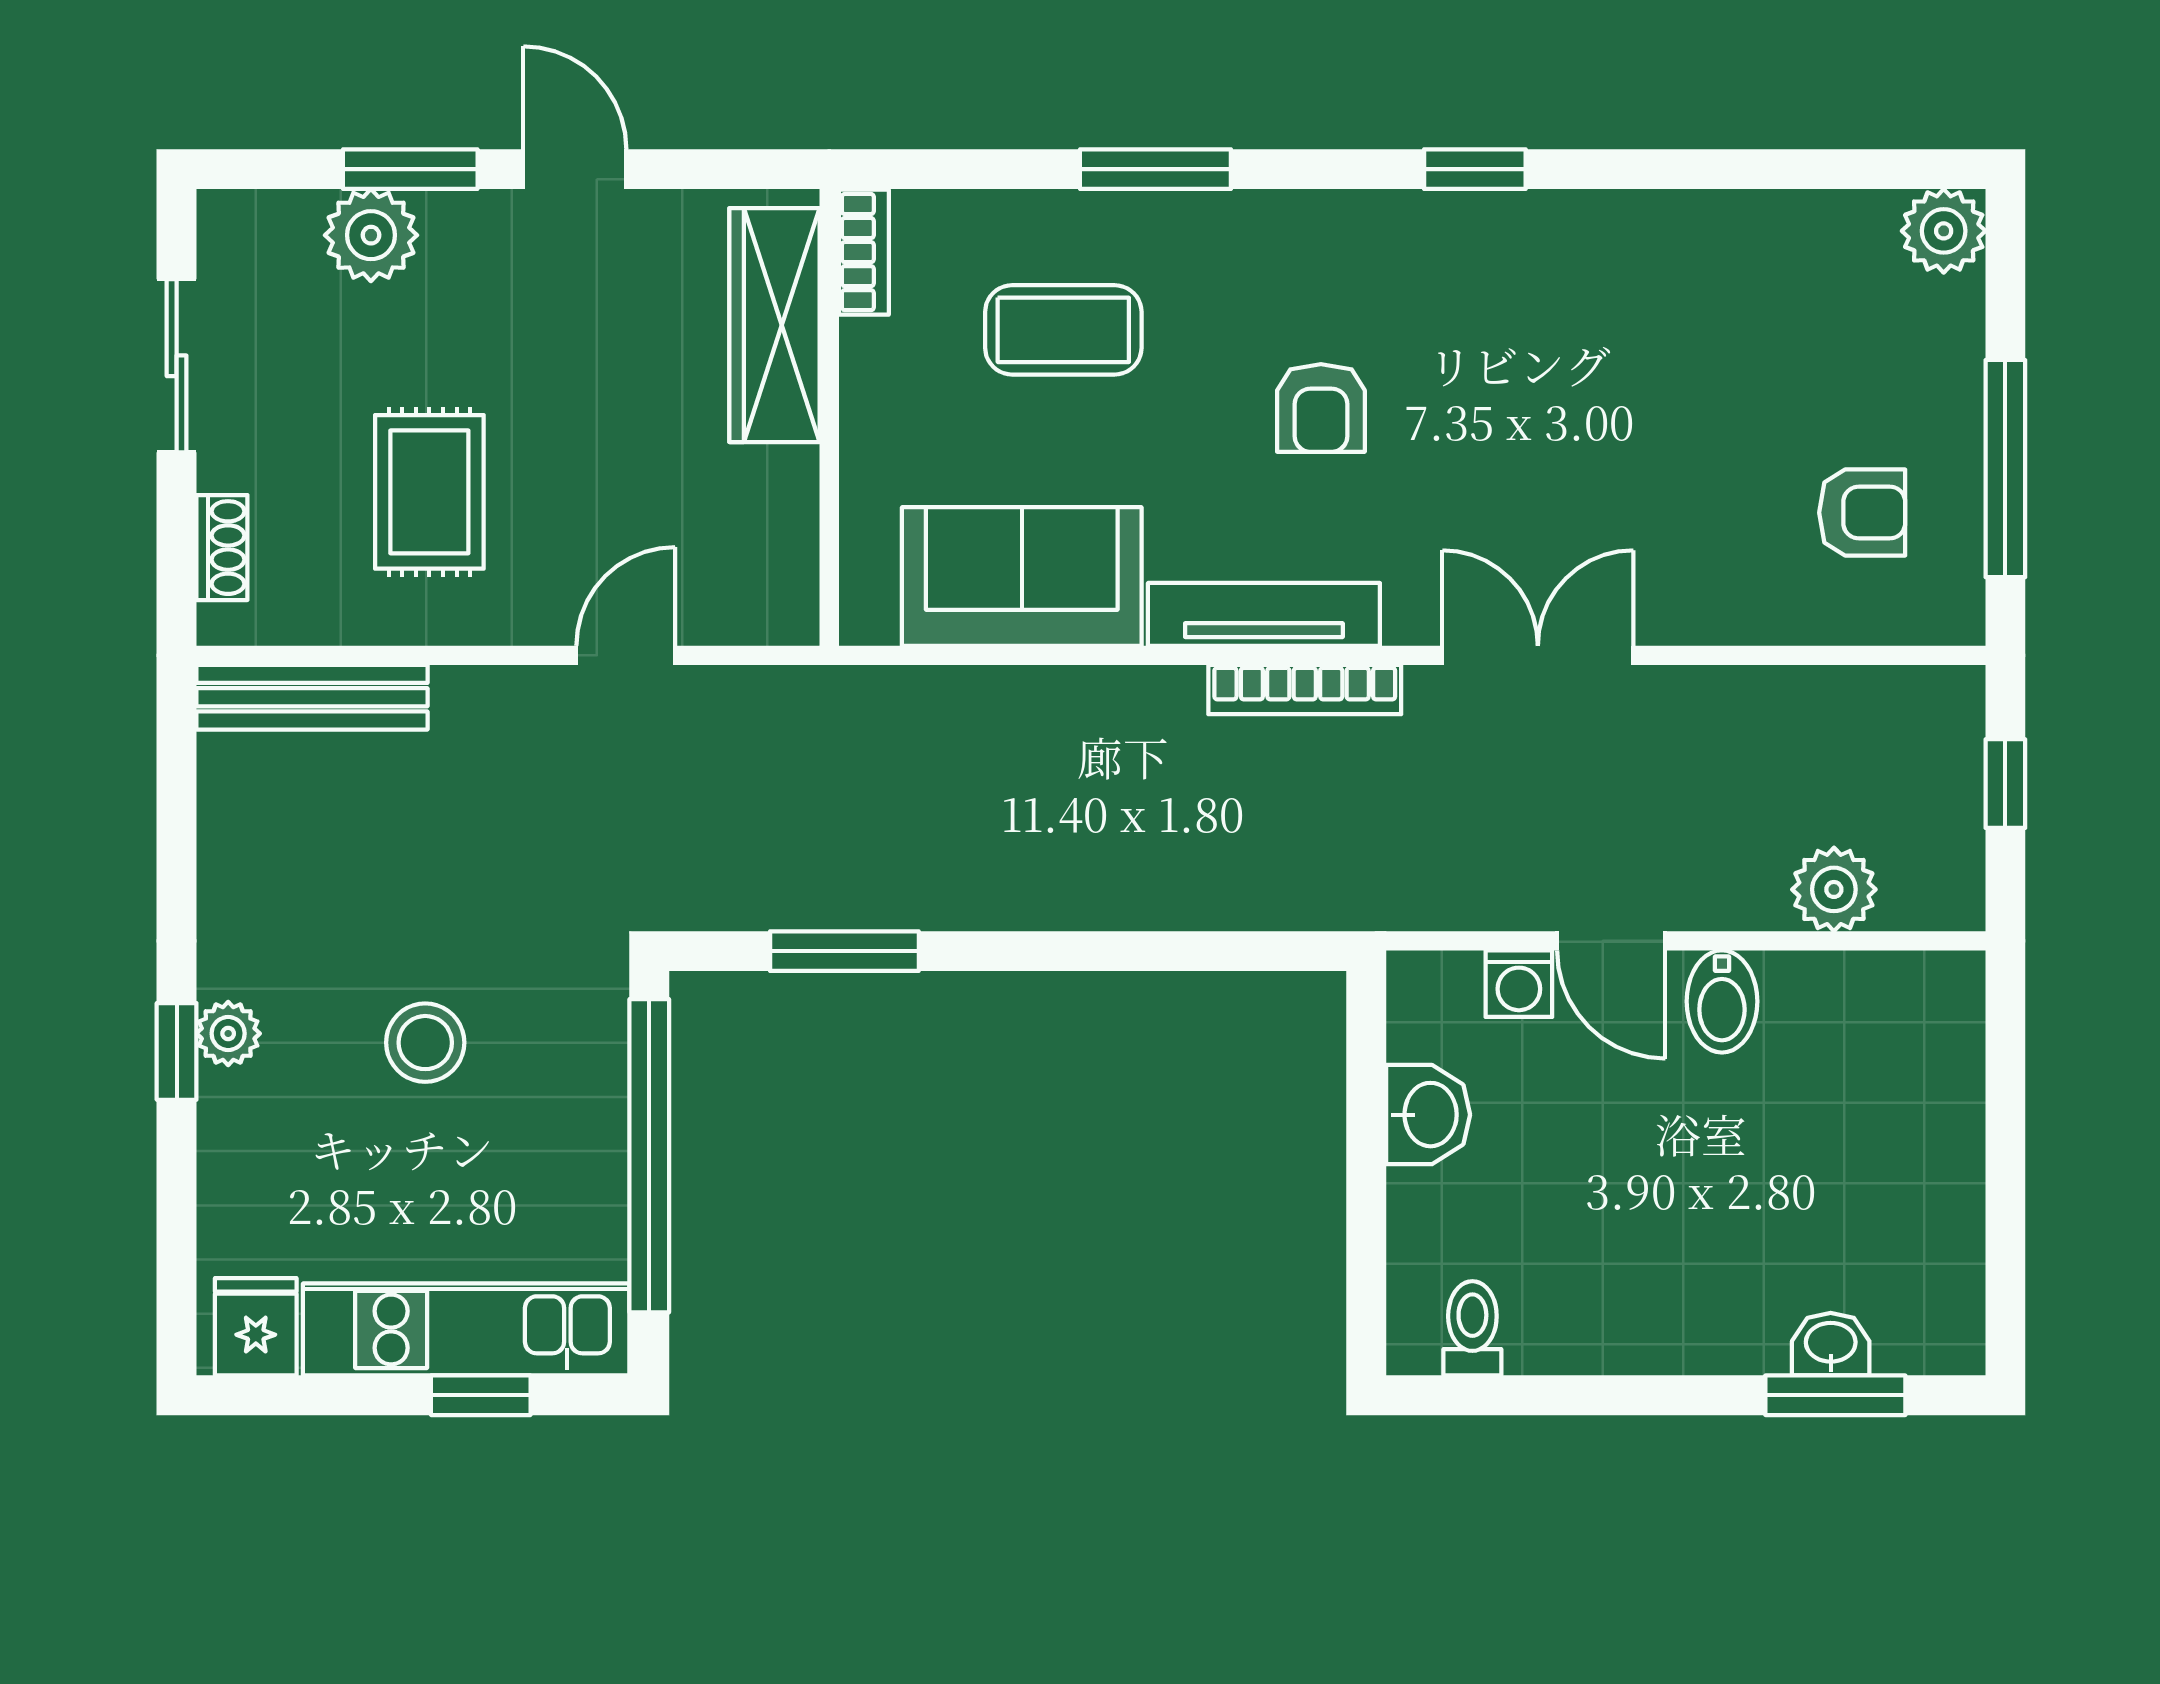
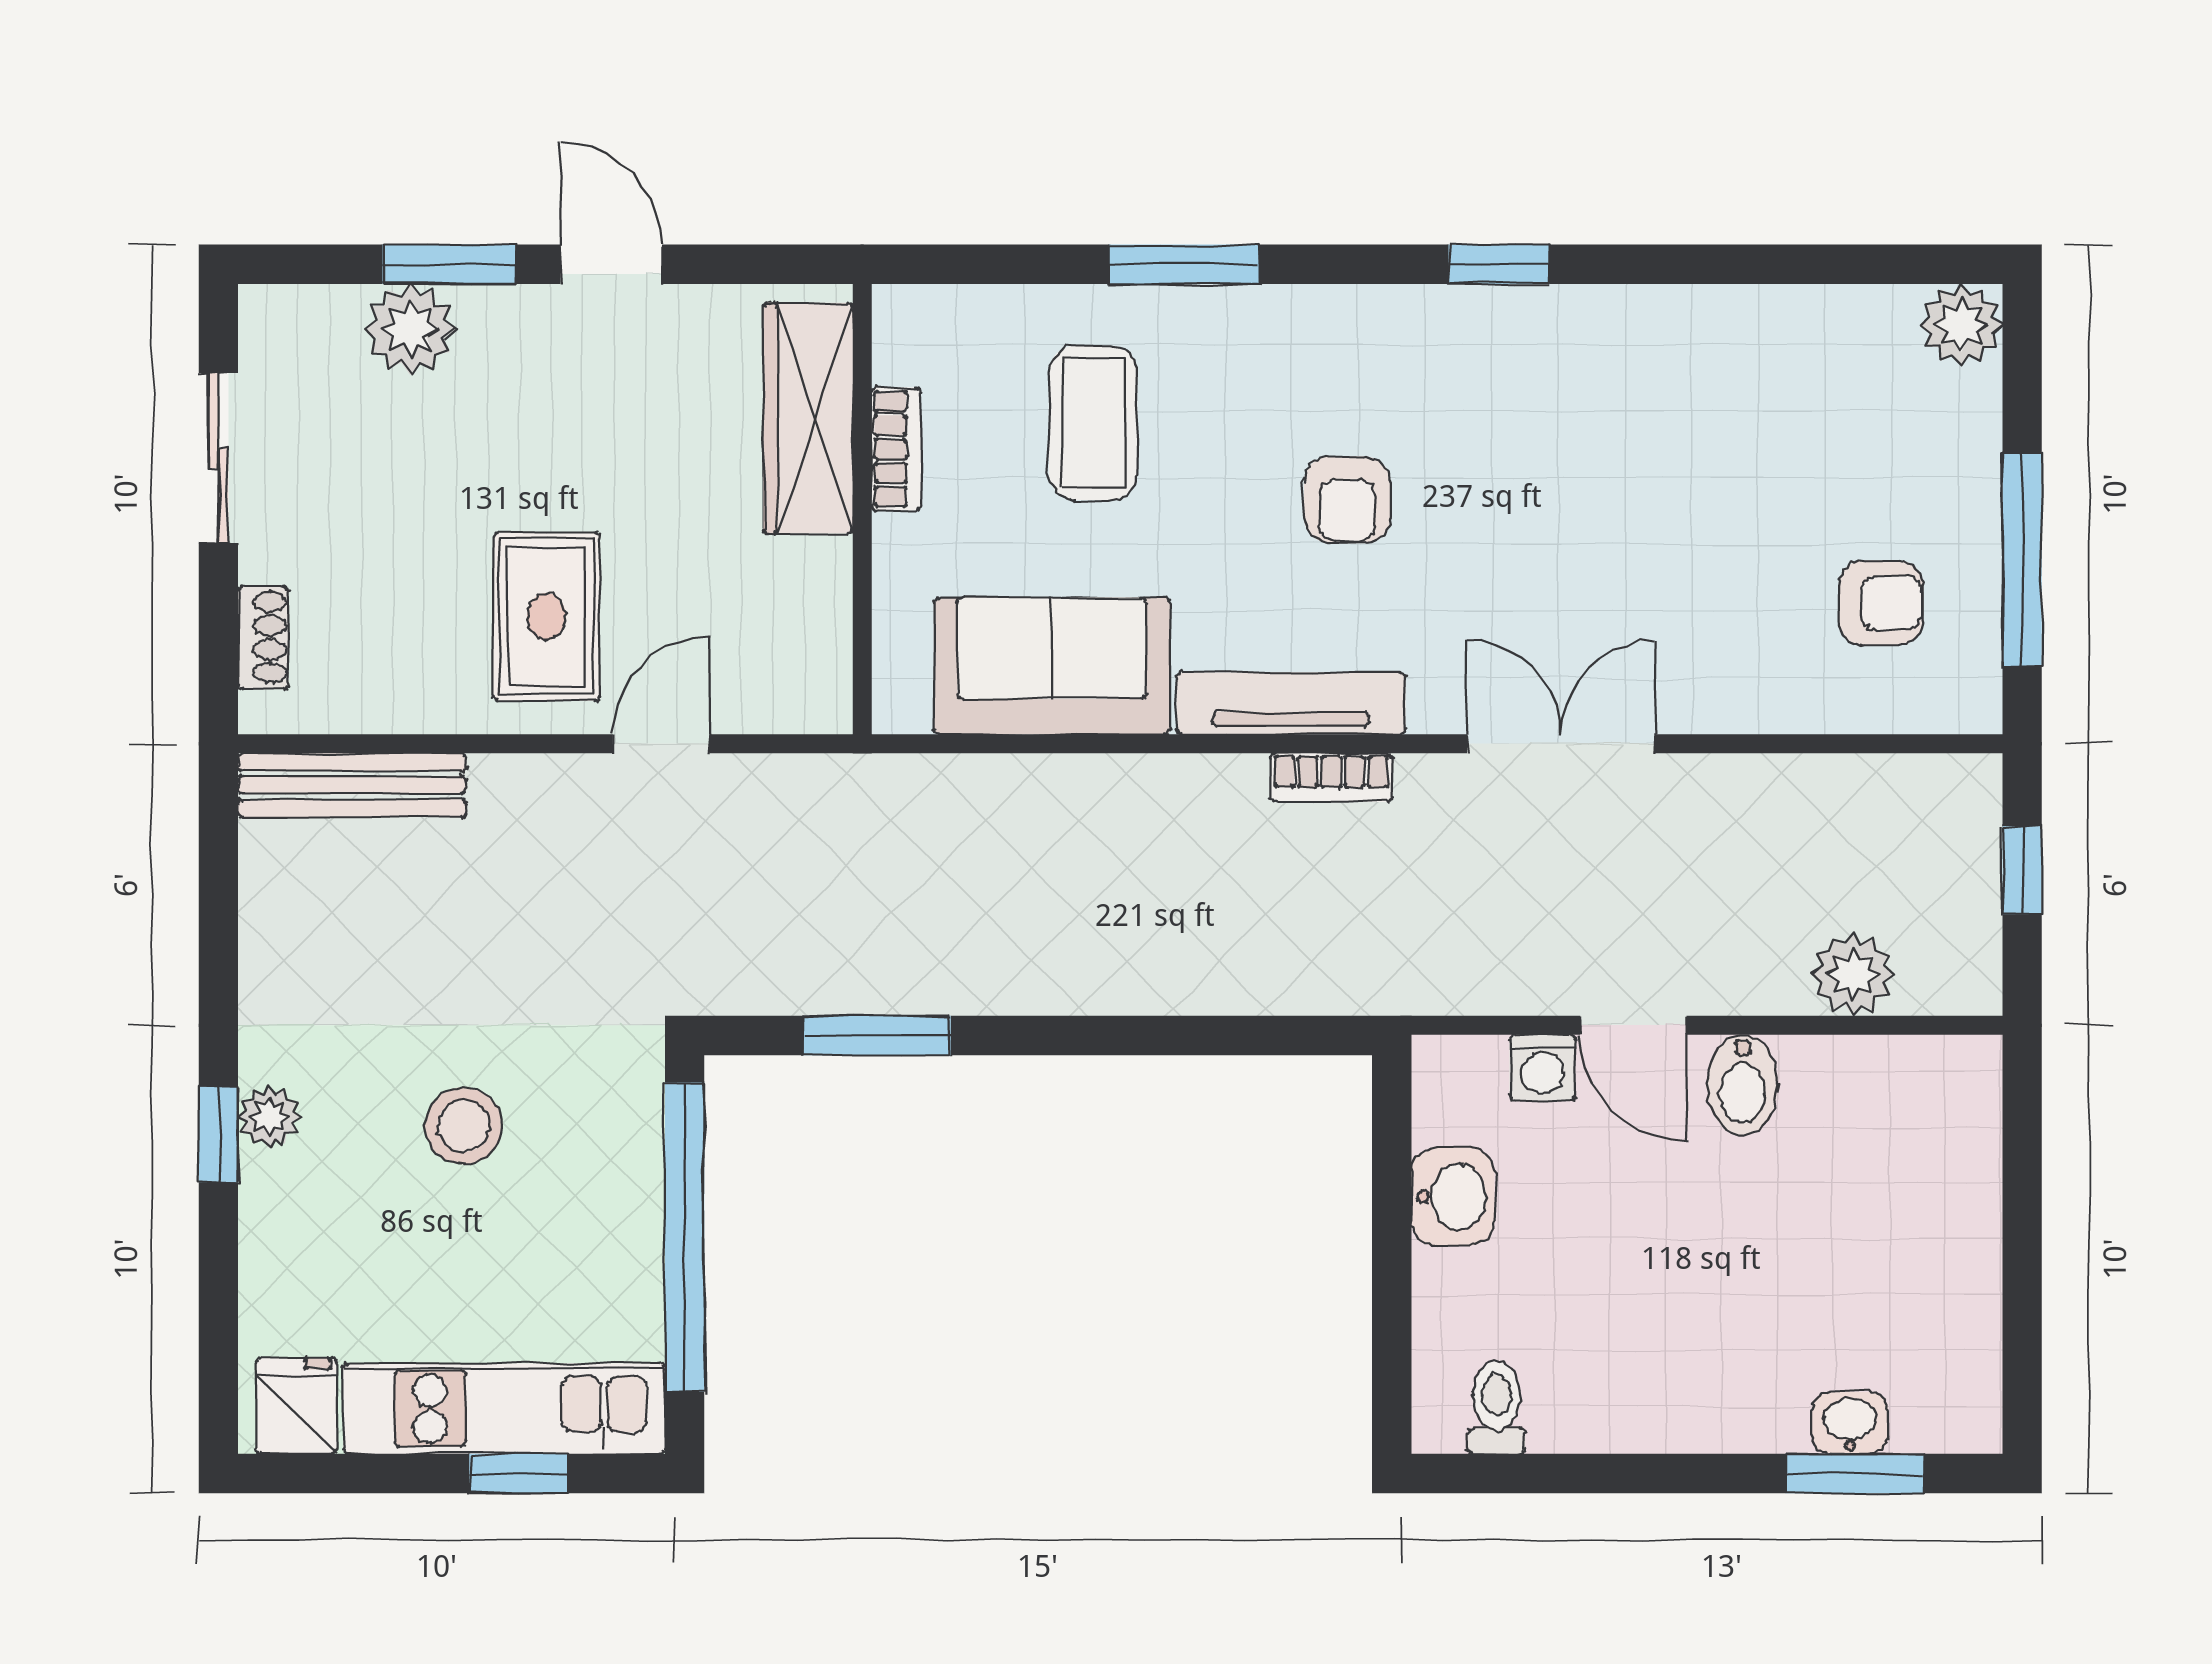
bookcase: (864, 252) -> (896, 449), moved
coffee table: (1063, 330) -> (1093, 423), turned 90
rug: (429, 492) -> (546, 617), moved
bookcase: (1305, 690) -> (1331, 777), width x0.64

